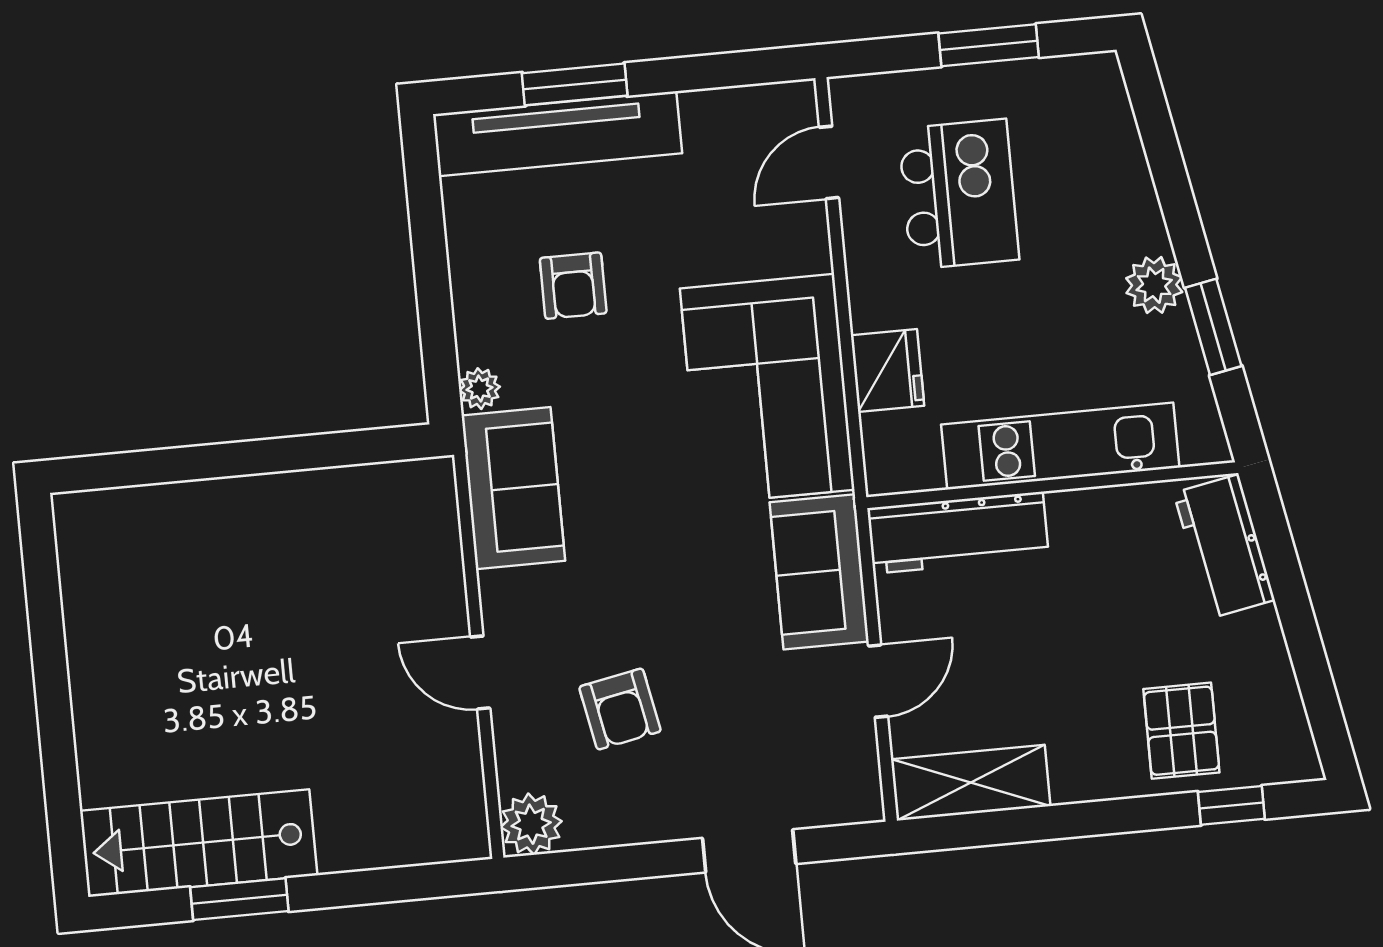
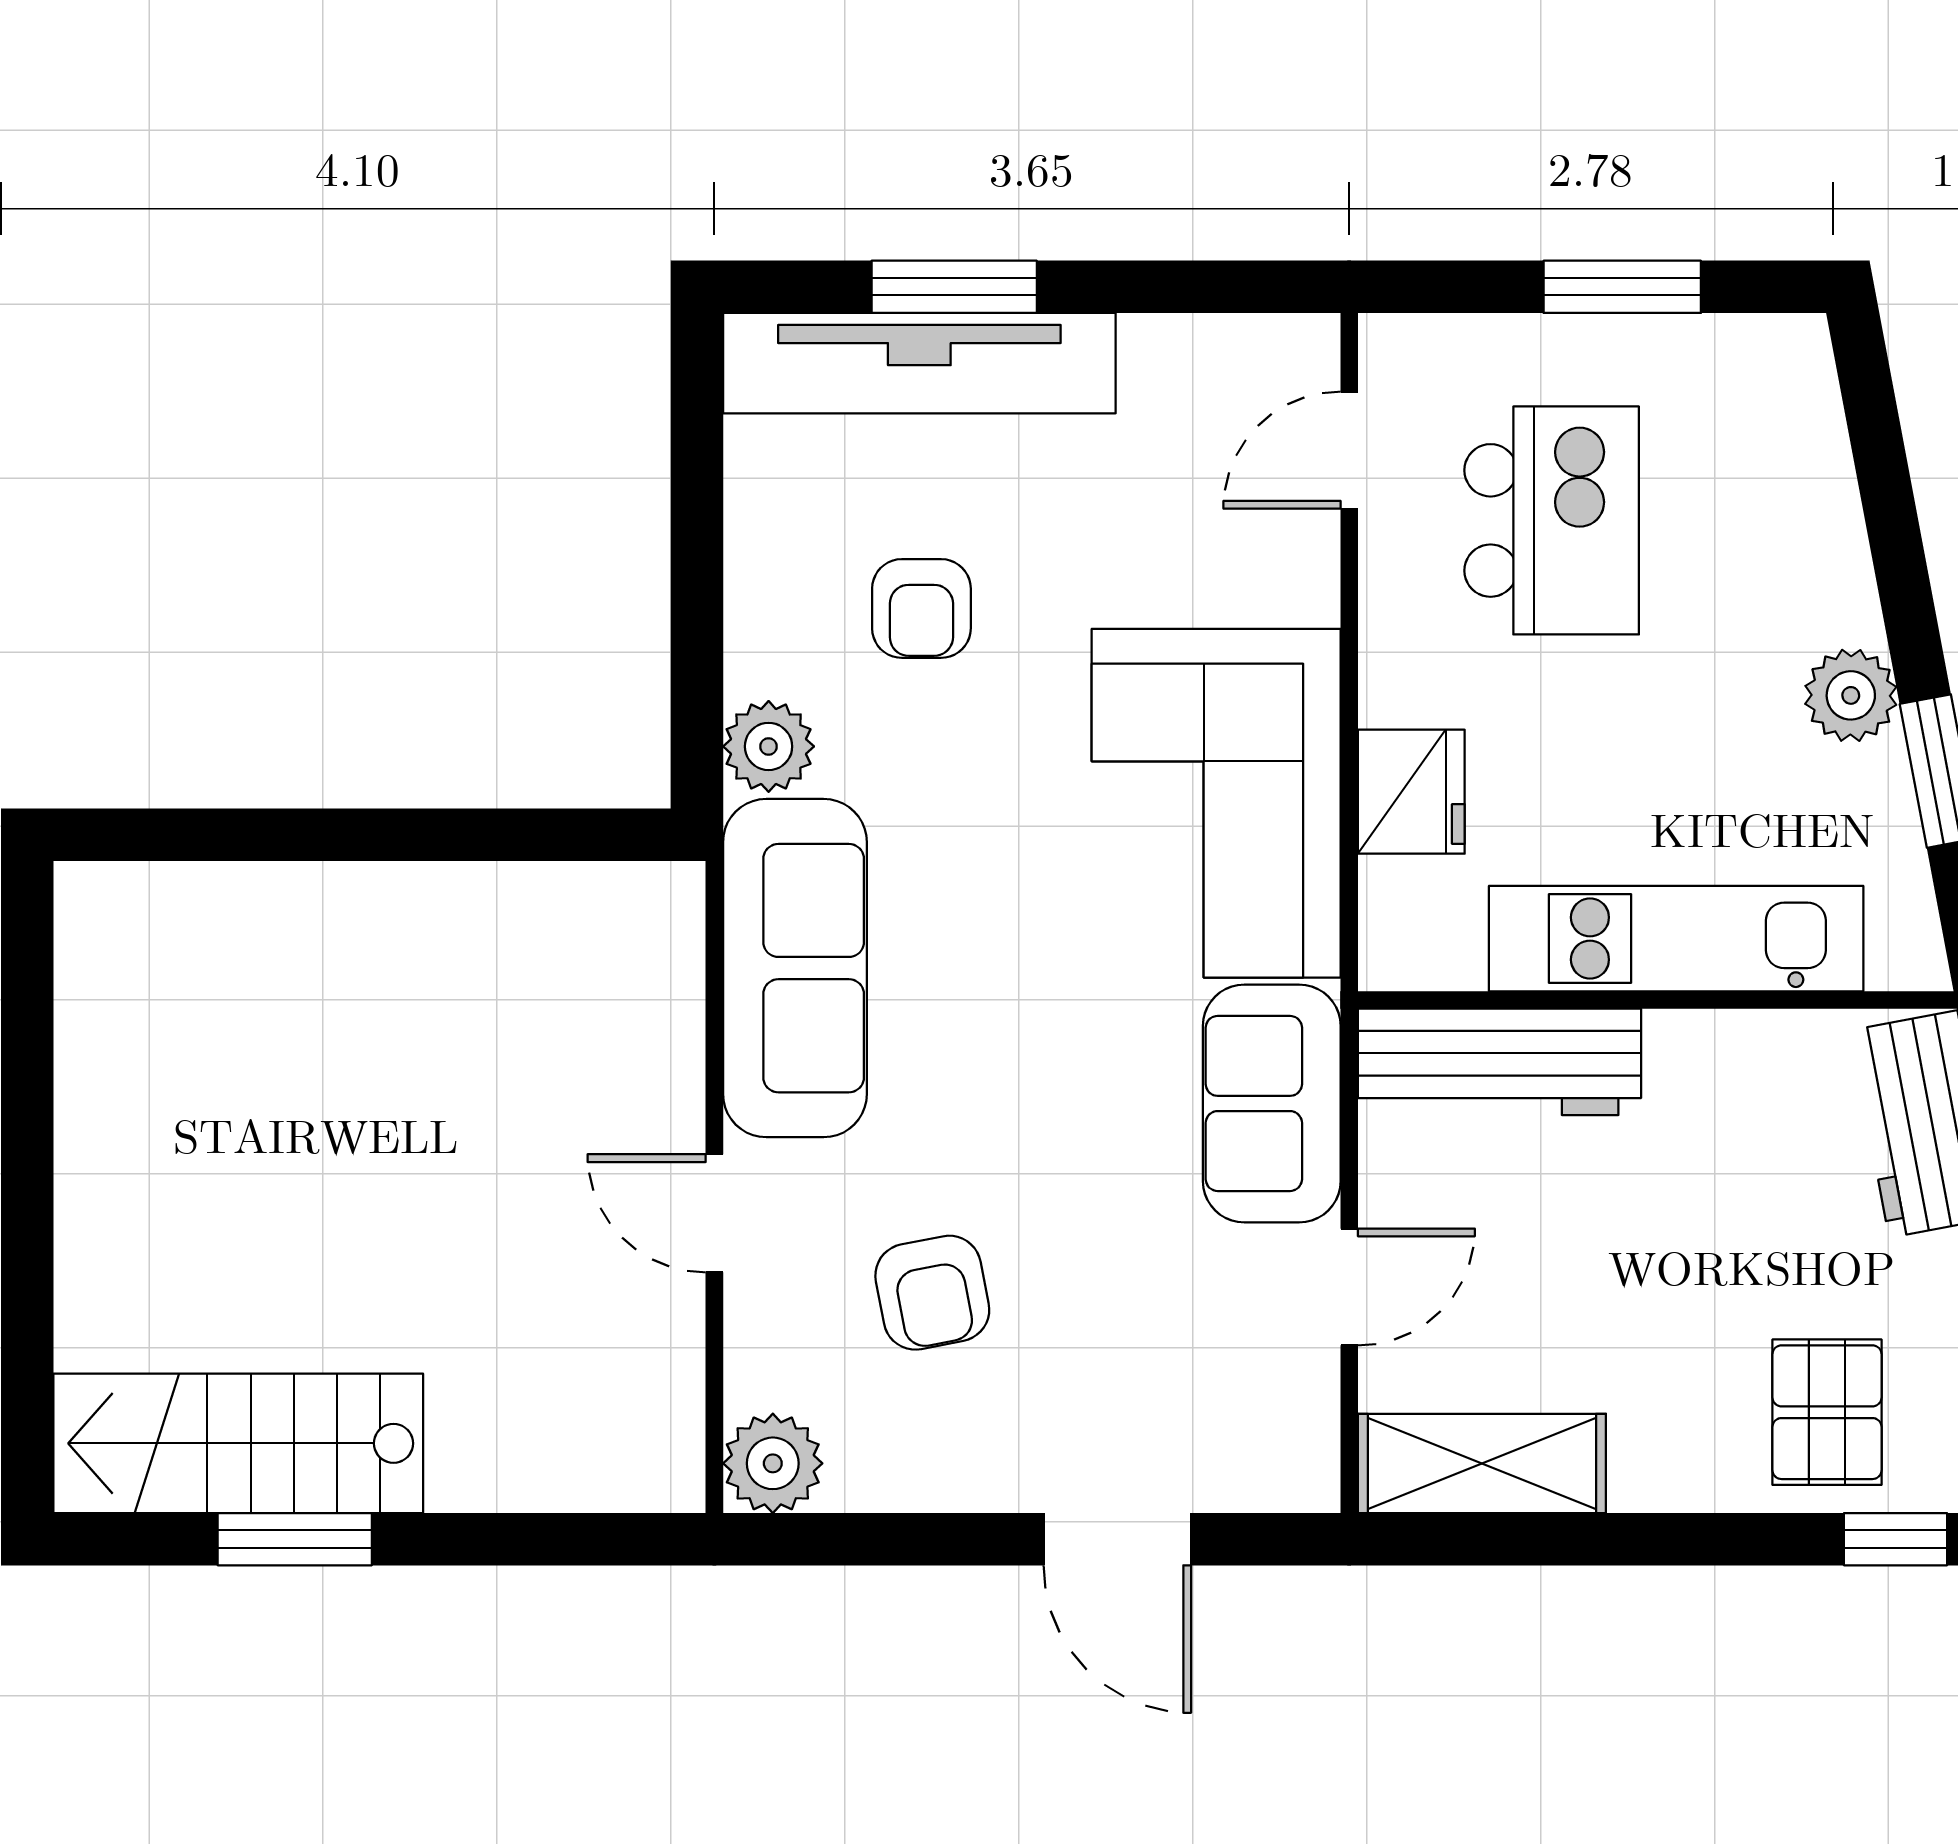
plant: (480, 389) -> (769, 746), width x1.38, depth x1.38
sofa: (513, 488) -> (795, 968), width x1.36

